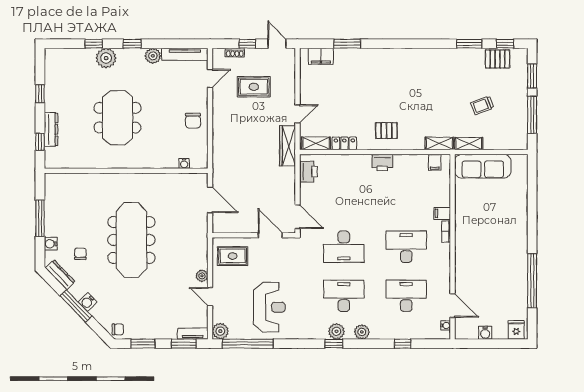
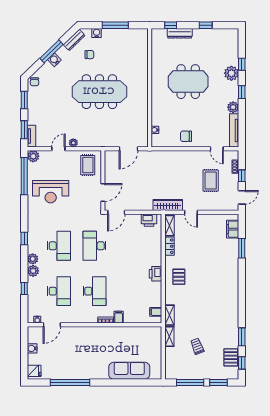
sofa: (483, 166) -> (129, 371), moved, turned 90
plant: (336, 331) -> (33, 271), moved

